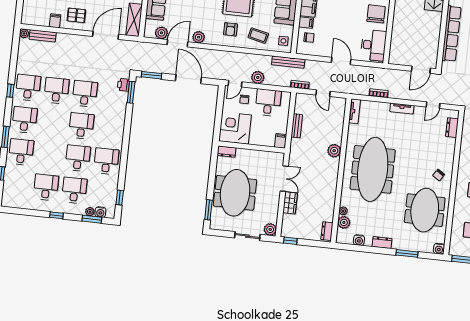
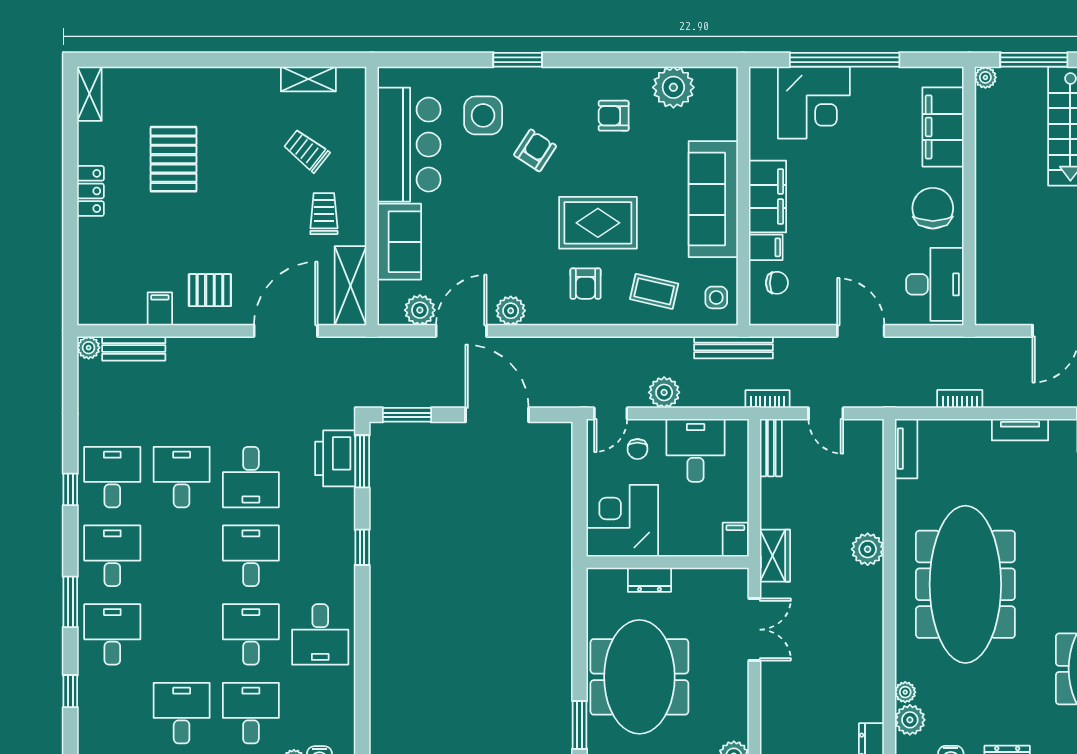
printer: (123, 85) -> (335, 458), width x1.87, depth x1.48
desk: (85, 94) -> (251, 477), turned 180
bench: (297, 126) -> (771, 448), moved
dresser: (227, 152) -> (649, 580), moved
desk: (106, 161) -> (320, 634), turned 180
window: (120, 198) -> (362, 547), moved
wardrobe: (290, 203) -> (775, 556), moved

